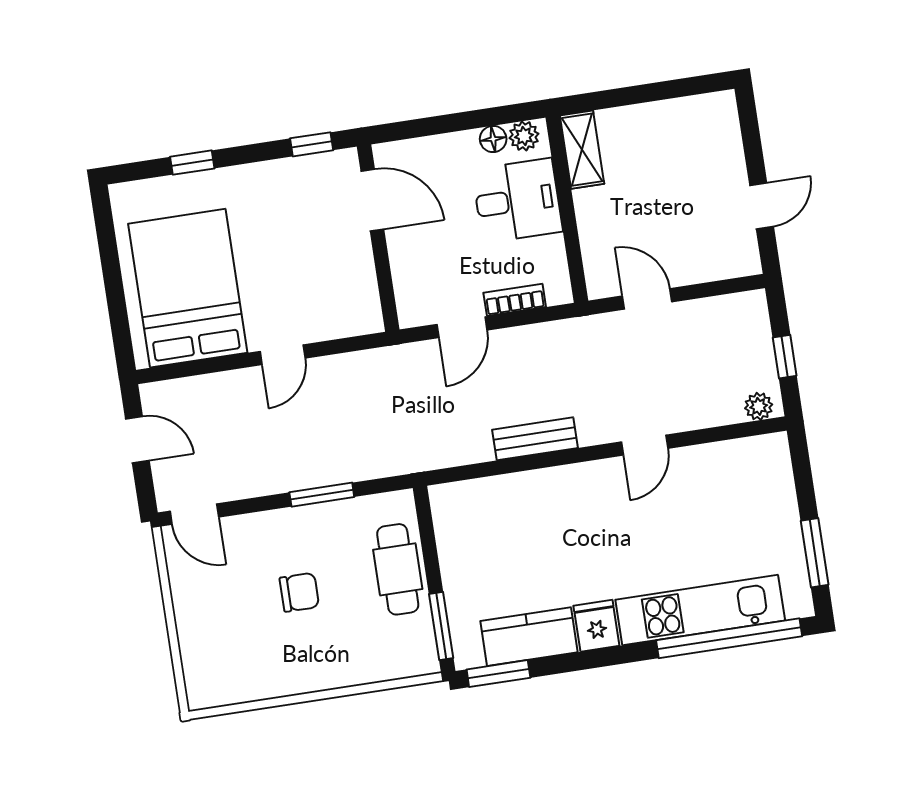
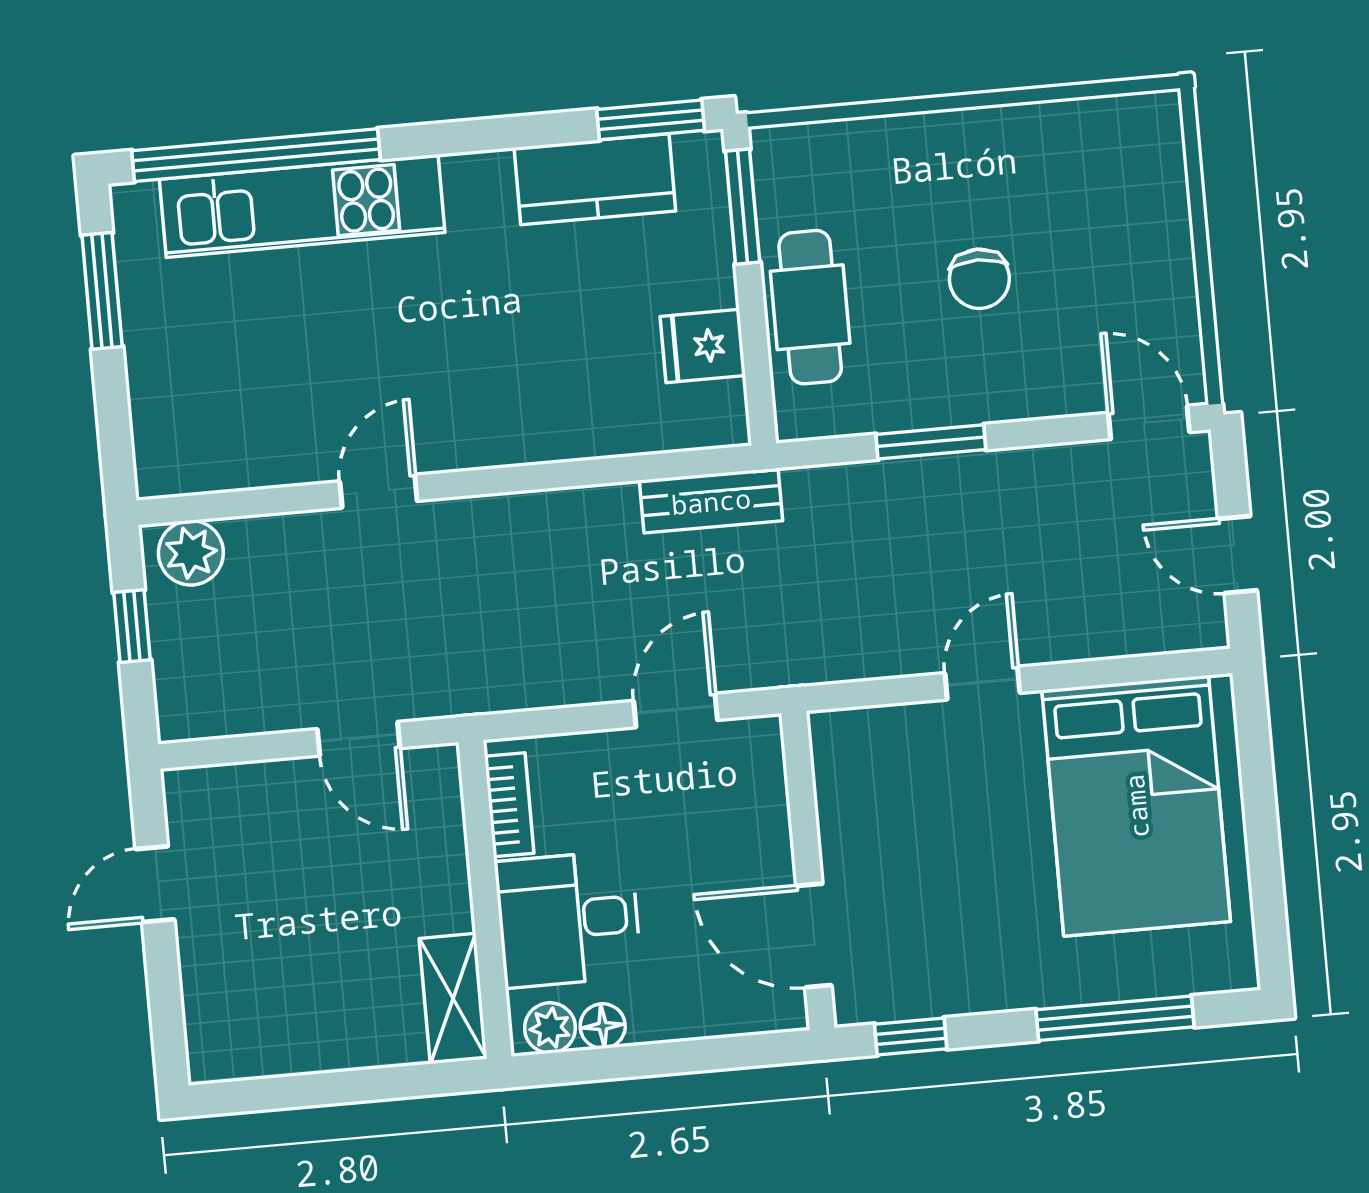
window: (192, 163) -> (1115, 1018), width x2.17
bookcase: (515, 300) -> (509, 805), moved, turned -90
plant: (759, 406) -> (191, 553), width x1.38, depth x1.38
bench: (535, 439) -> (711, 501), moved
chair: (299, 592) -> (979, 279), turned -90
fridge: (596, 626) -> (703, 346), moved, turned 90

